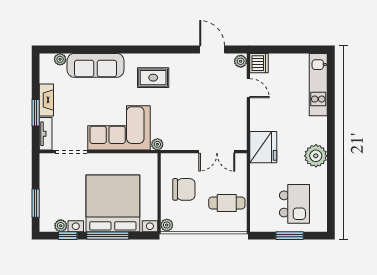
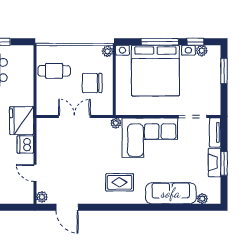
dishwasher: (259, 63) -> (25, 144), moved
window: (36, 113) -> (224, 163), moved
double door: (217, 152) -> (74, 116), moved

